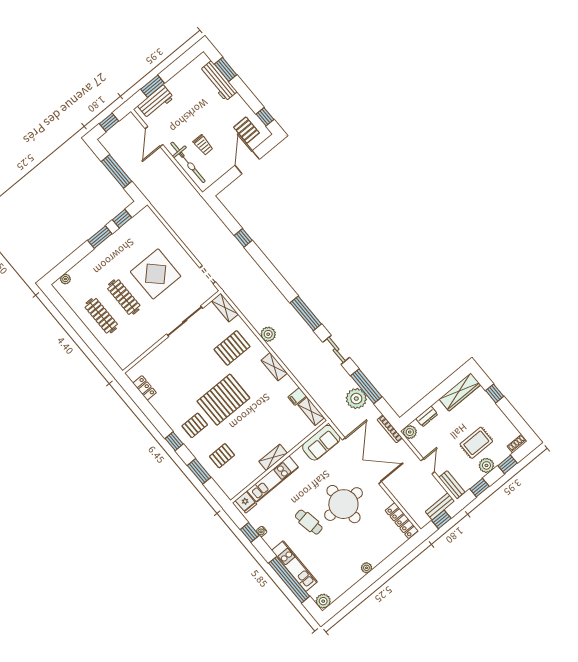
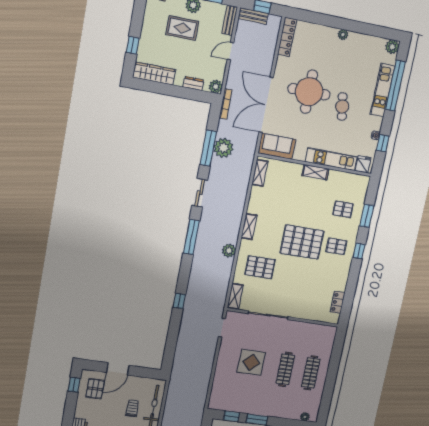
window: (243, 238) -> (179, 301), moved
display table: (156, 274) -> (251, 362), width x0.73, depth x0.73
filing cabinet: (297, 396) -> (257, 192), removed

